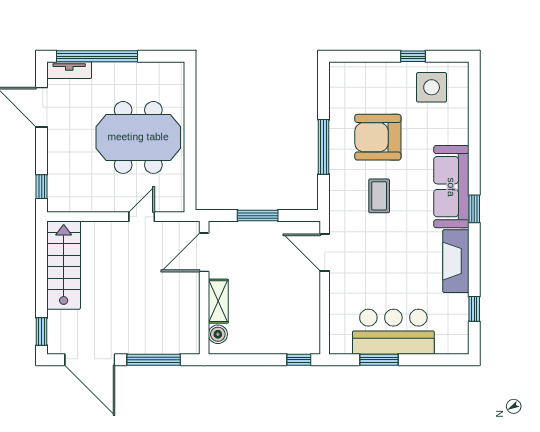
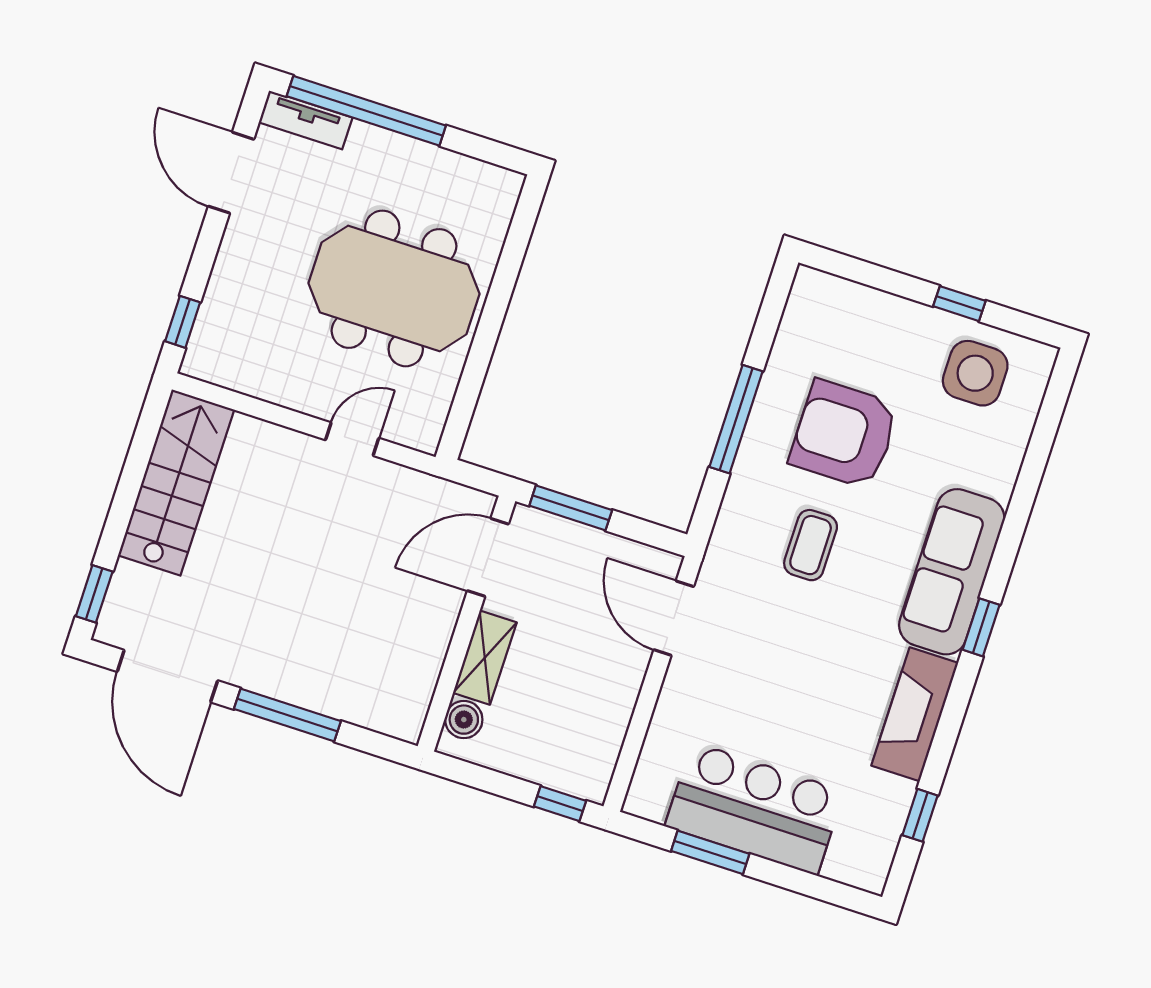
door: (204, 252) -> (488, 557), moved
wall: (204, 288) -> (466, 624), moved
shelving: (218, 301) -> (485, 658), moved
boiler: (218, 334) -> (464, 720), moved

